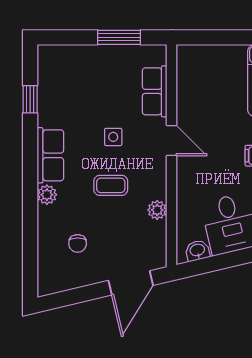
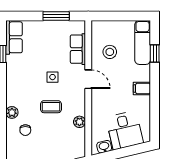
stool: (207, 96) -> (110, 52), added
row of seats: (50, 155) -> (14, 37), moved
chair: (78, 243) -> (25, 130), moved

